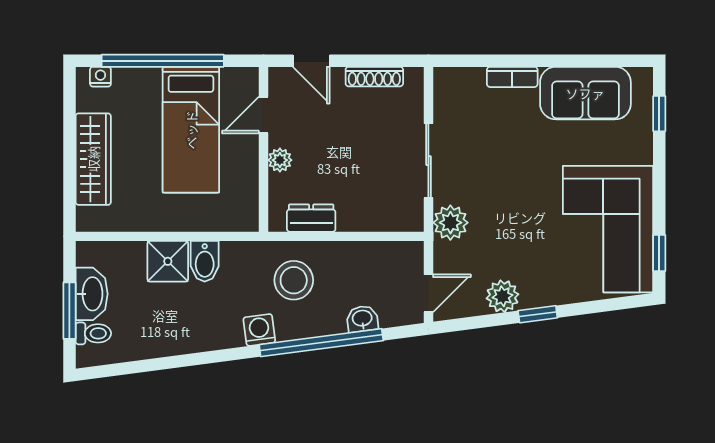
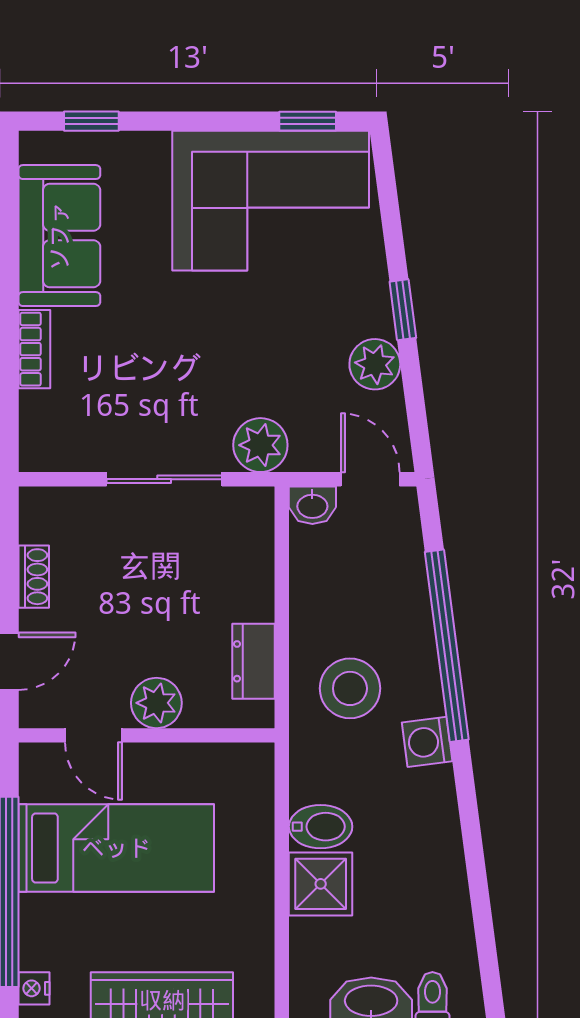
shoe rack: (374, 77) -> (34, 577), width x0.70
plant: (280, 160) -> (156, 703), width x1.38, depth x1.38
washbasin: (362, 319) -> (312, 505), moved, turned -83

